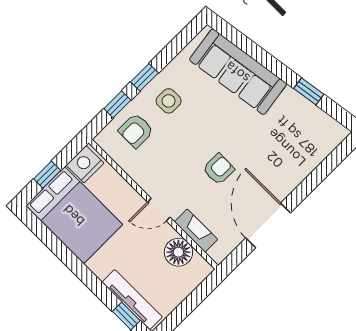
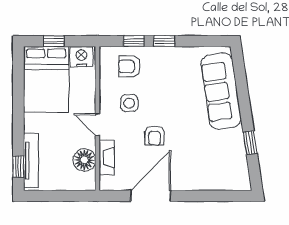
side table: (169, 101) -> (129, 103), moved
armchair: (219, 169) -> (155, 135), turned 89

